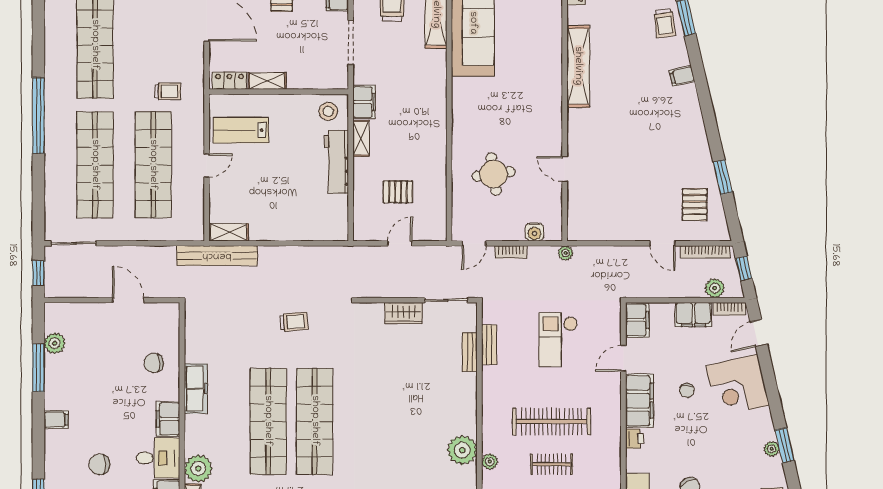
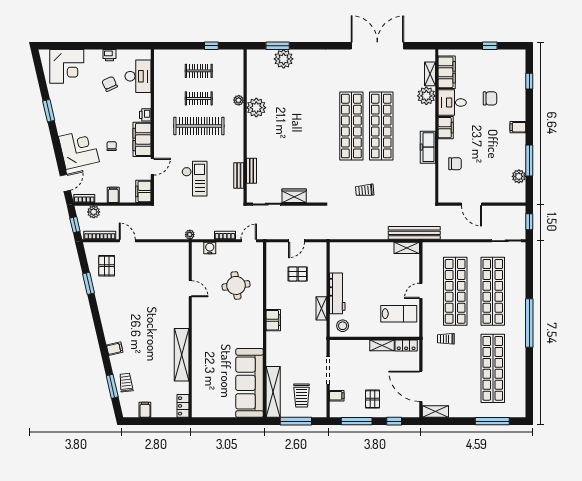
filing cabinet: (364, 102) -> (273, 320), moved, turned 180
filing cabinet: (693, 315) -> (113, 195), width x0.50
plant: (772, 449) -> (57, 108), removed

